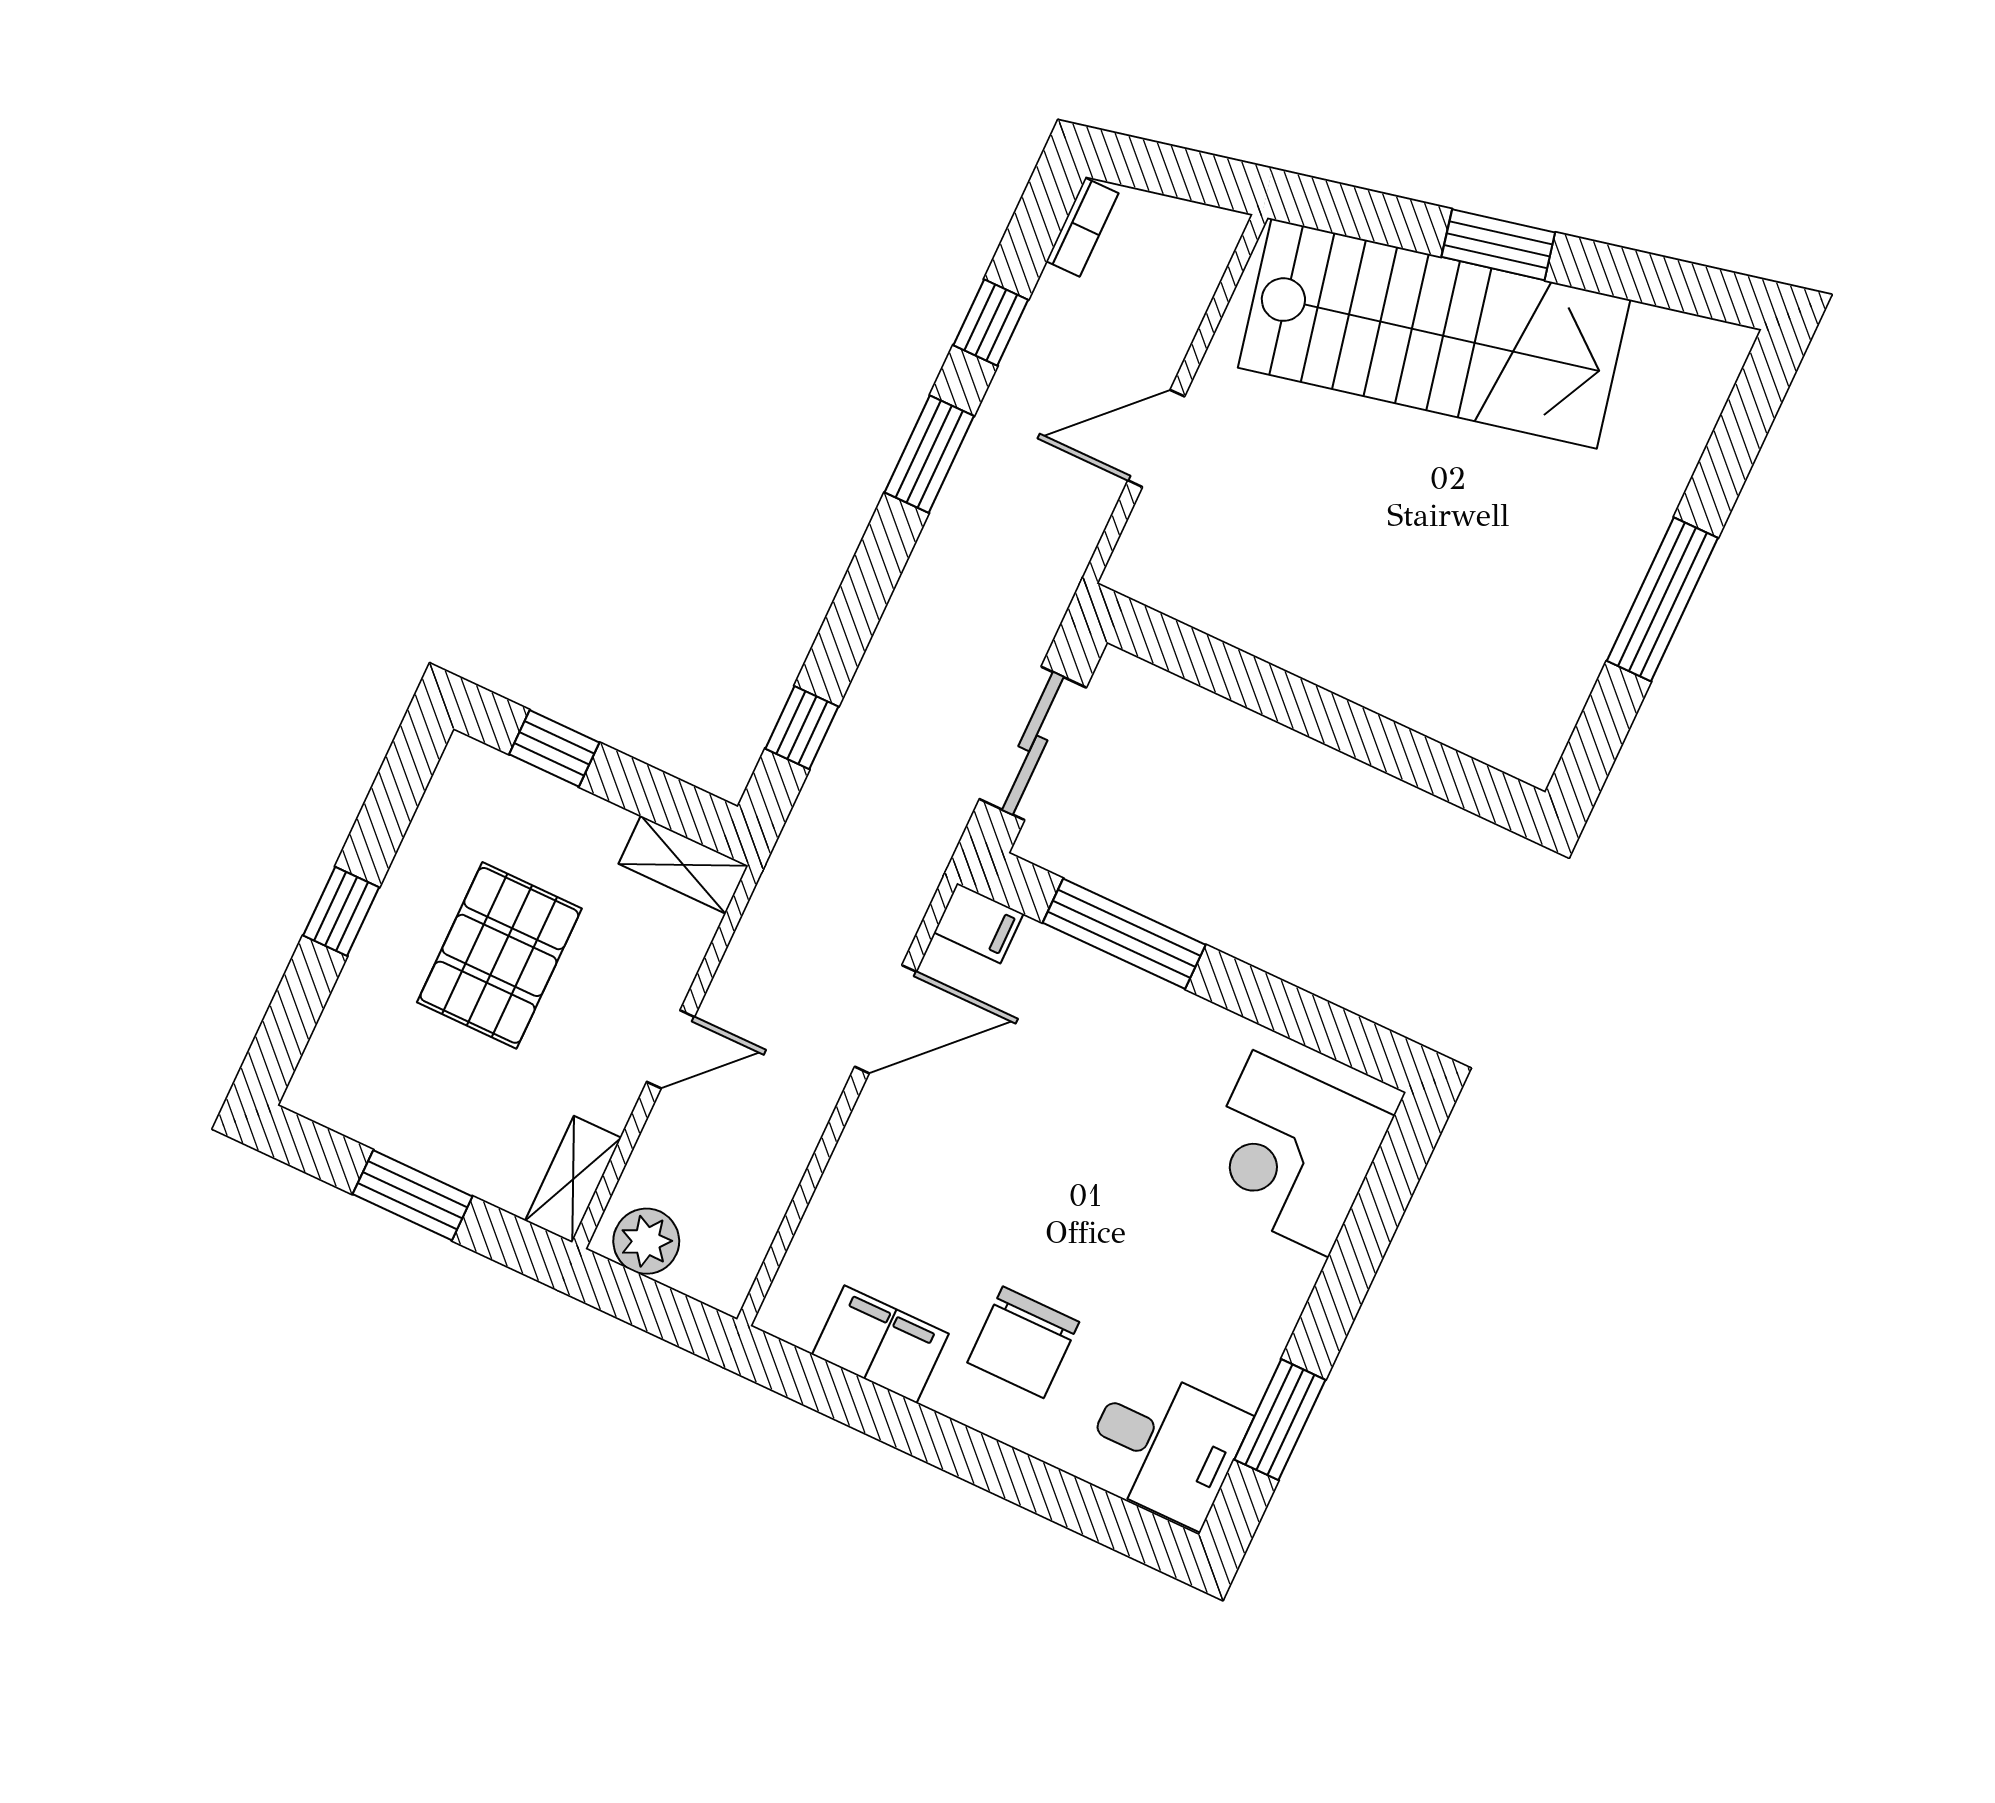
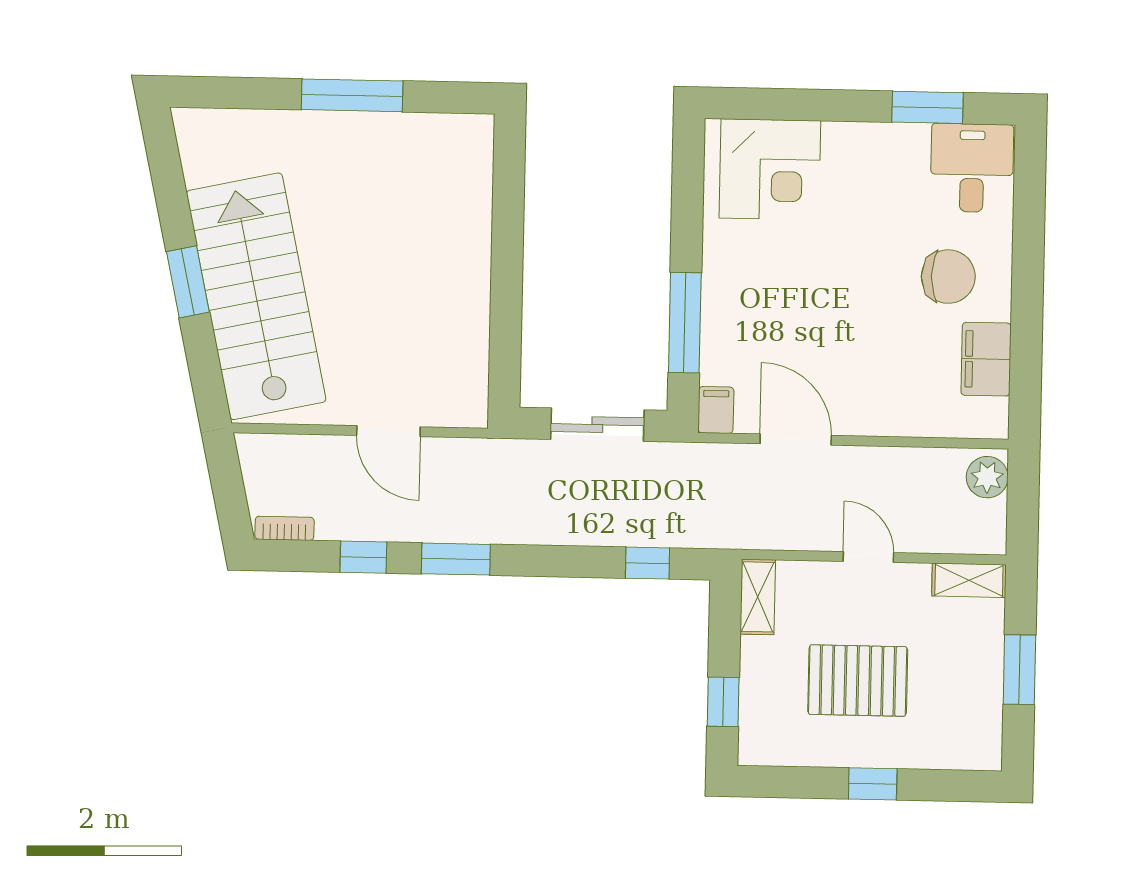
plant: (646, 1241) -> (987, 477), moved

